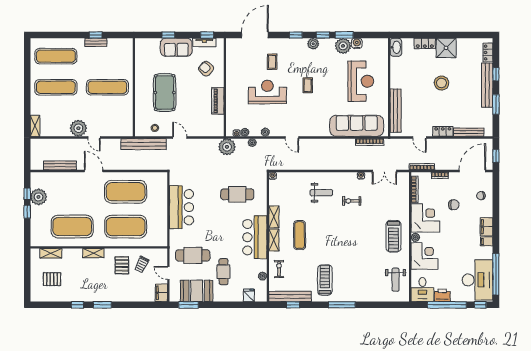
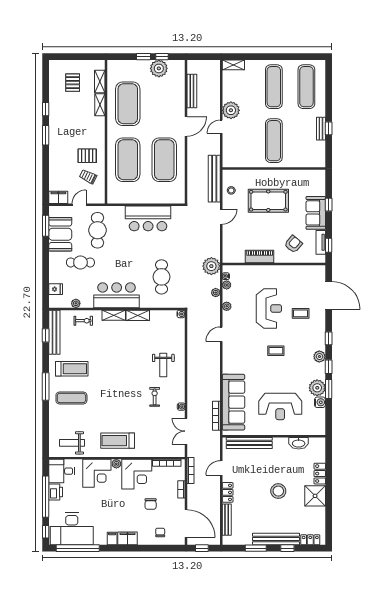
washbasin: (396, 47) -> (299, 443), moved
exercise mat: (300, 235) -> (71, 398), moved
shelving: (93, 253) -> (100, 105), moved

